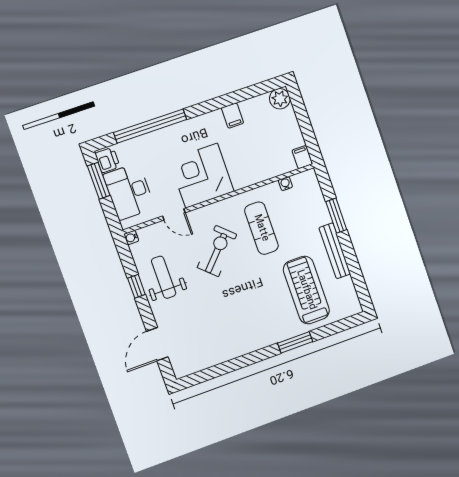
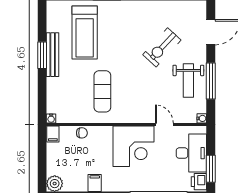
chair: (268, 170) -> (82, 133), added
water cooler: (285, 184) -> (51, 118), moved
window: (336, 216) -> (42, 55), moved
exercise bike: (217, 251) -> (162, 47), moved
window: (136, 286) -> (211, 81), width x2.17

